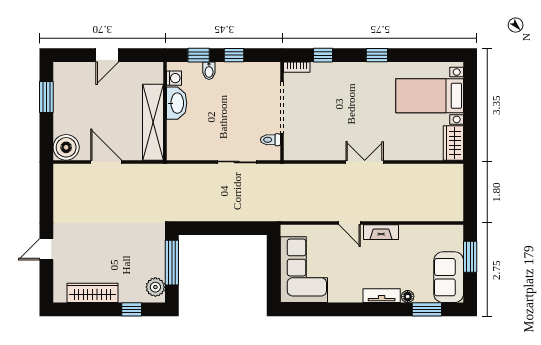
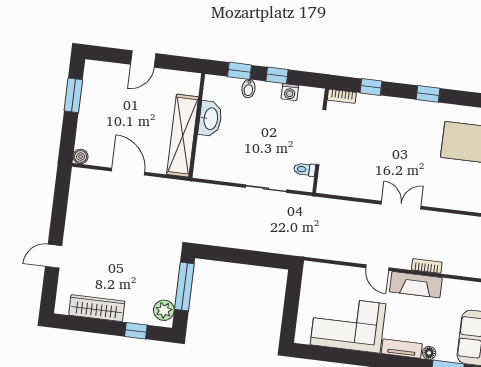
washing machine: (174, 78) -> (290, 92), moved, turned 90
boiler: (66, 147) -> (81, 157), width x0.54, depth x0.54
bookcase: (396, 216) -> (427, 266), added
fireplace: (381, 232) -> (416, 285), width x1.37, depth x1.32
corner sofa: (304, 270) -> (348, 324), moved, turned -90

